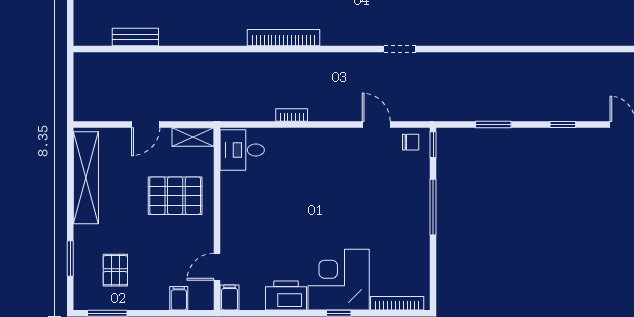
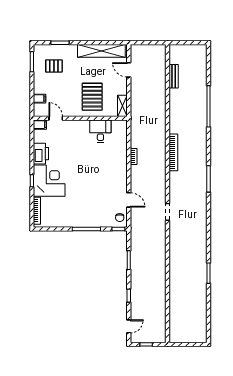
door: (146, 124) -> (129, 70), moved
door: (376, 124) -> (129, 200), hinge flipped
desk: (242, 150) -> (100, 131), moved

